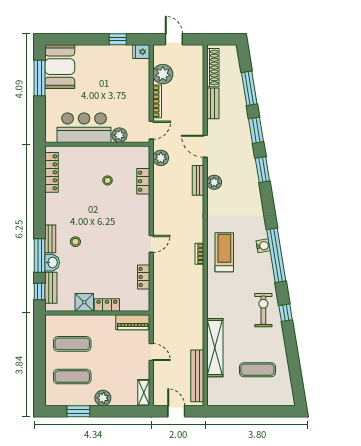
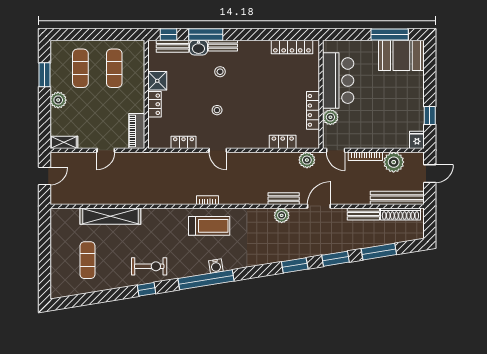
locker: (113, 152) -> (313, 110), added
stool: (108, 180) -> (217, 110), moved
bench: (197, 376) -> (397, 198), moved

